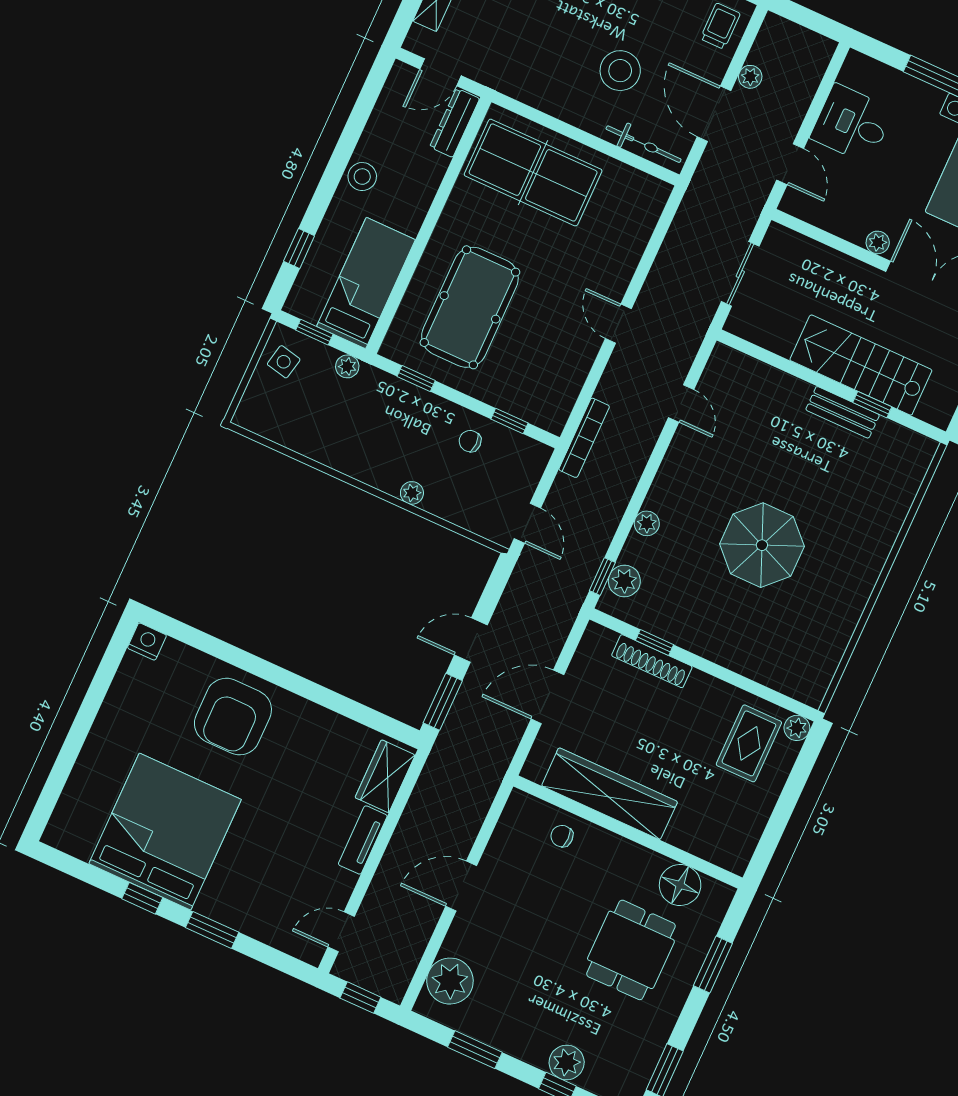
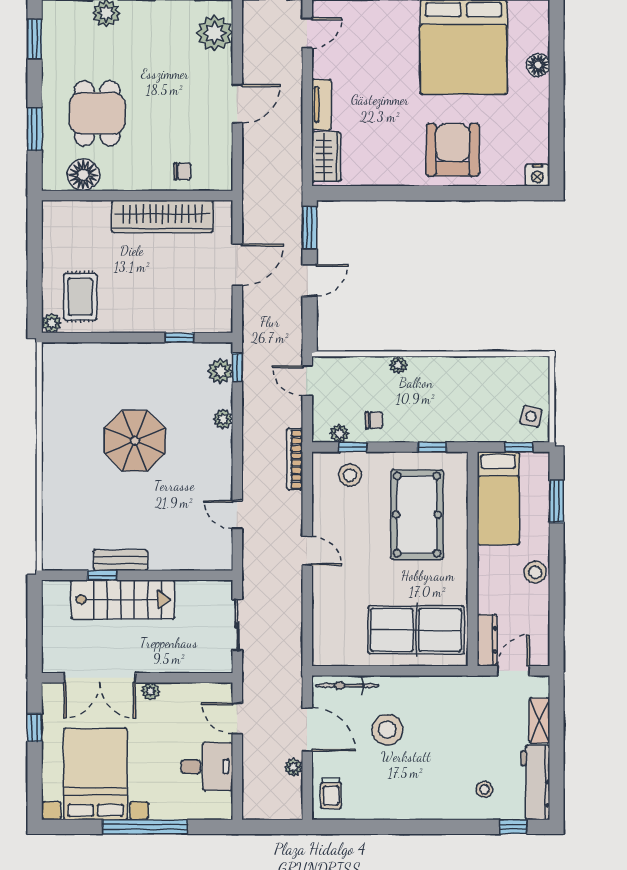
window: (299, 248) -> (557, 501), width x1.50
plant: (347, 366) -> (339, 433), moved
stool: (528, 390) -> (350, 475), added
shoe rack: (652, 661) -> (175, 324), removed
floor lamp: (87, 771) -> (538, 65), added

